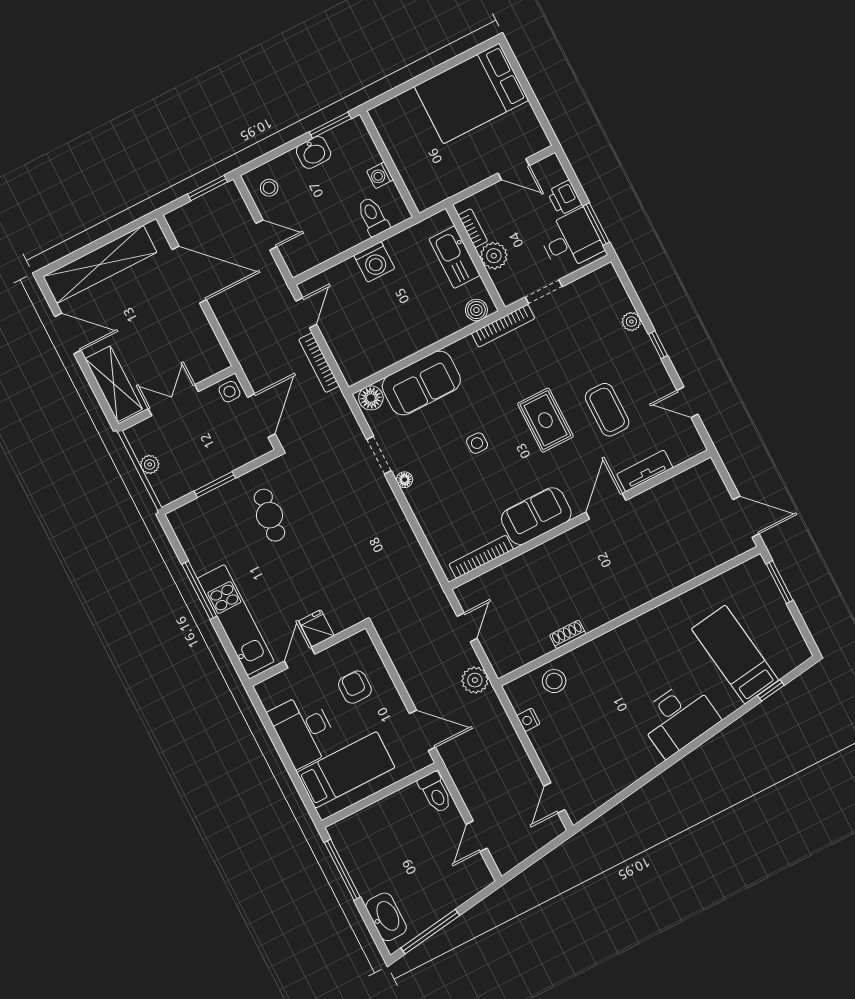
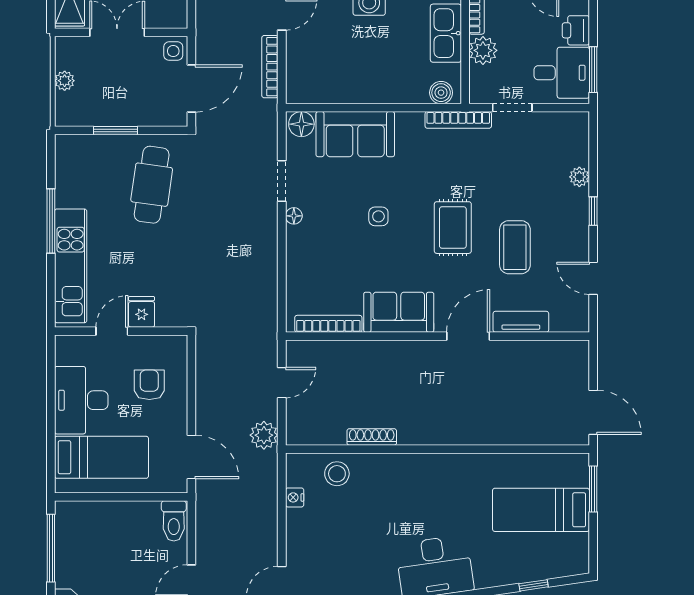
cafe table: (269, 515) -> (152, 185), width x1.37, depth x1.35
shoe rack: (568, 634) -> (372, 437), width x1.43
bed: (735, 654) -> (541, 510), moved, turned -82

